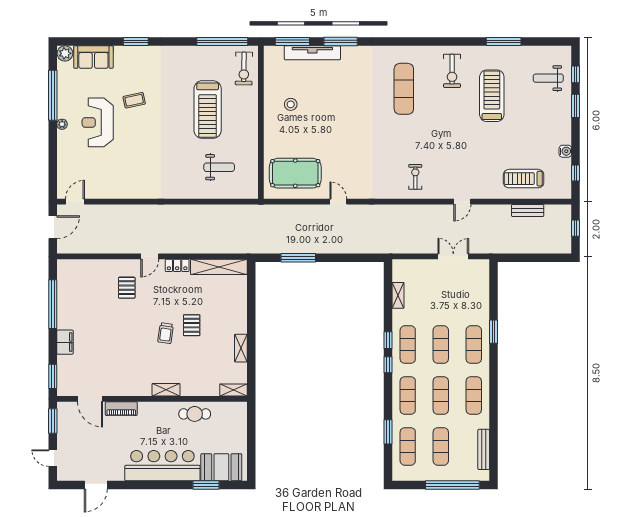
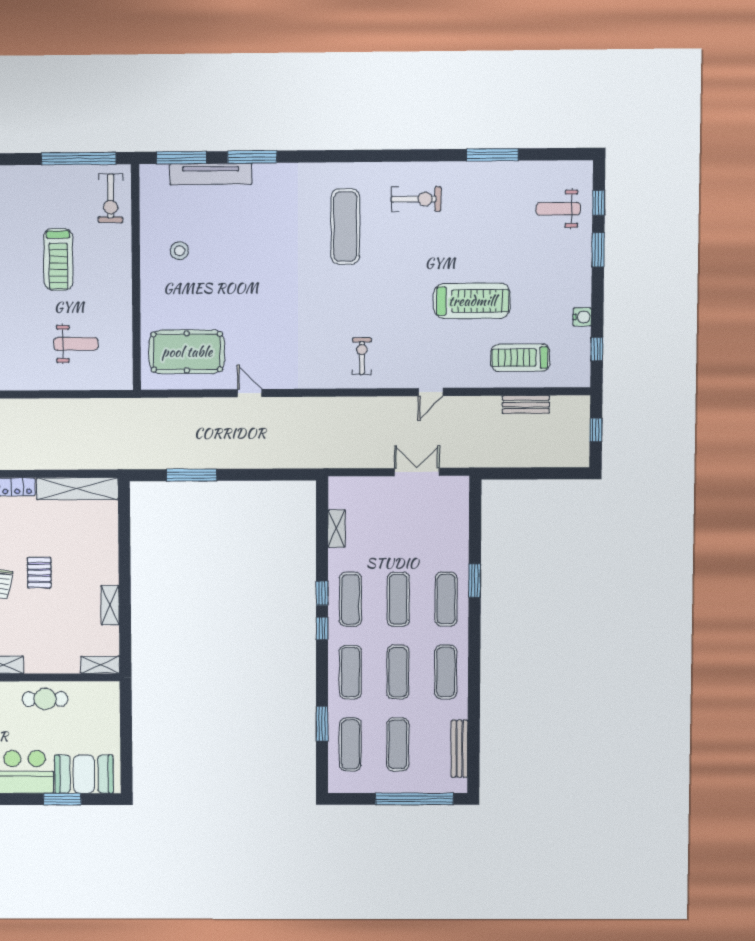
exercise bike: (452, 71) -> (416, 199), turned -90
treadmill: (492, 96) -> (472, 301), moved, turned 90
treadmill: (208, 110) -> (58, 259), width x0.73, depth x0.73

